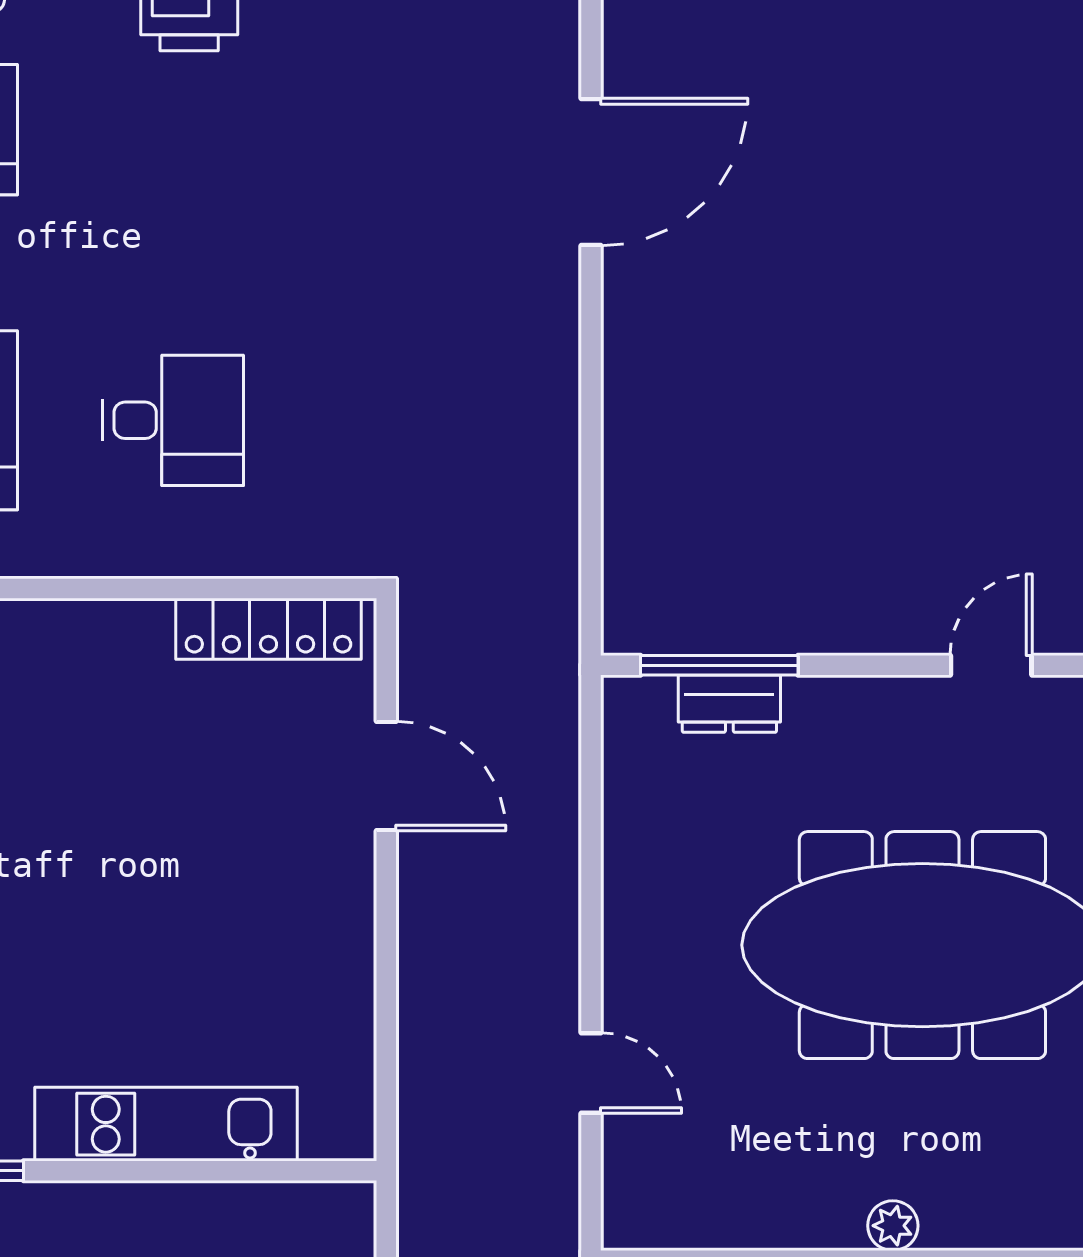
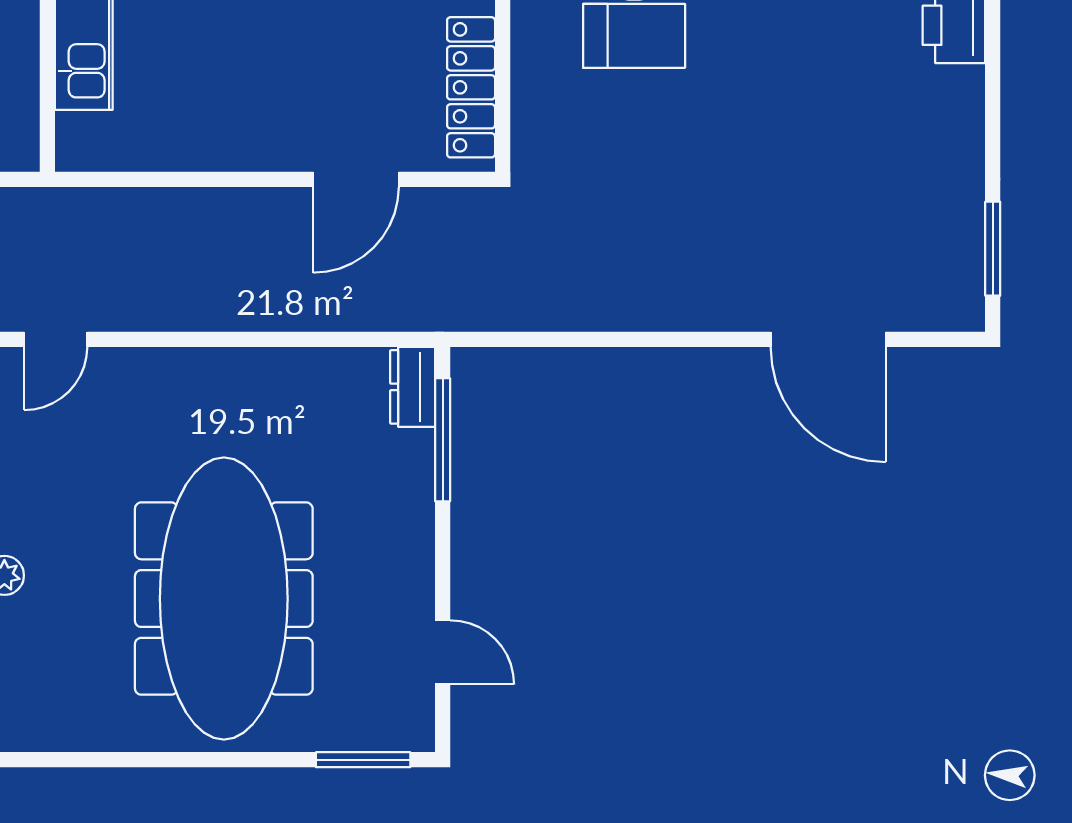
dresser: (729, 704) -> (413, 387), moved
door: (591, 1073) -> (56, 339), moved

